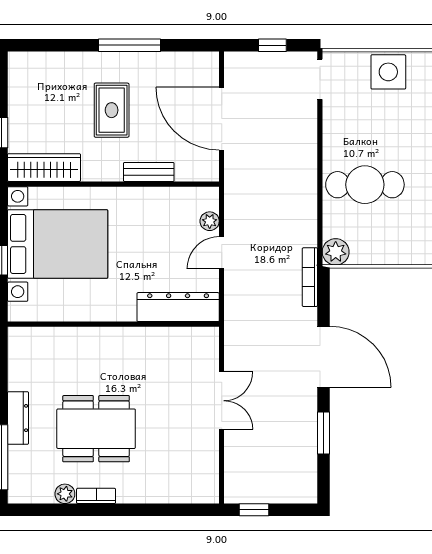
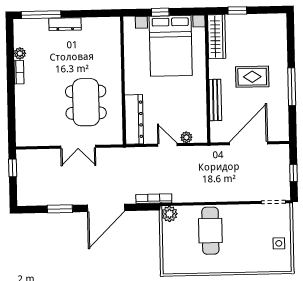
side table: (388, 72) -> (279, 243), width x0.54, depth x0.54
bench: (149, 172) -> (215, 100), width x1.36
dining table: (96, 429) -> (86, 102), moved

